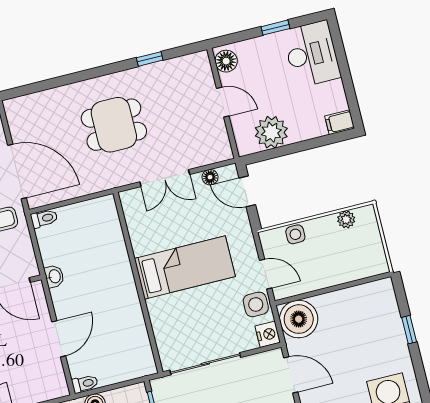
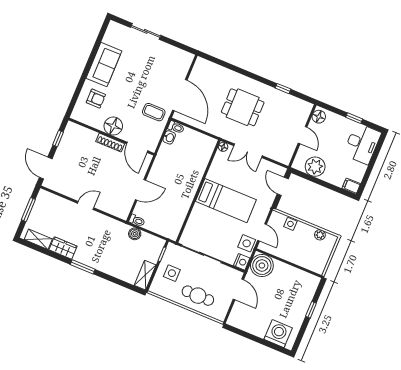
floor lamp: (210, 177) -> (223, 147), moved
washbasin: (54, 276) -> (169, 137), moved

